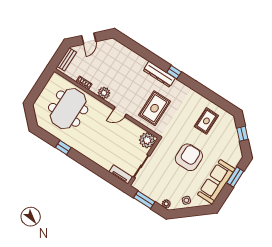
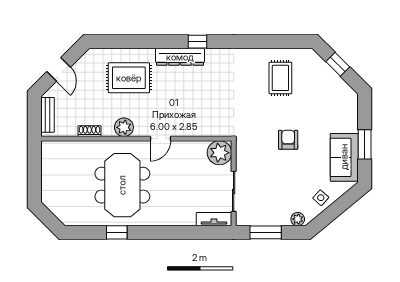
rug: (155, 108) -> (129, 78), moved, turned 90
meeting table: (68, 109) -> (122, 185), moved
armchair: (189, 157) -> (288, 140), width x0.53, depth x0.53
window: (235, 177) -> (365, 144), moved
sofa: (216, 182) -> (344, 157), width x0.73

